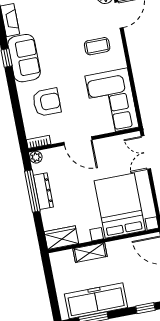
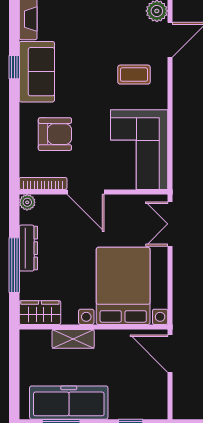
bookcase: (39, 142) -> (43, 183), width x1.56
window: (32, 191) -> (14, 265), moved

